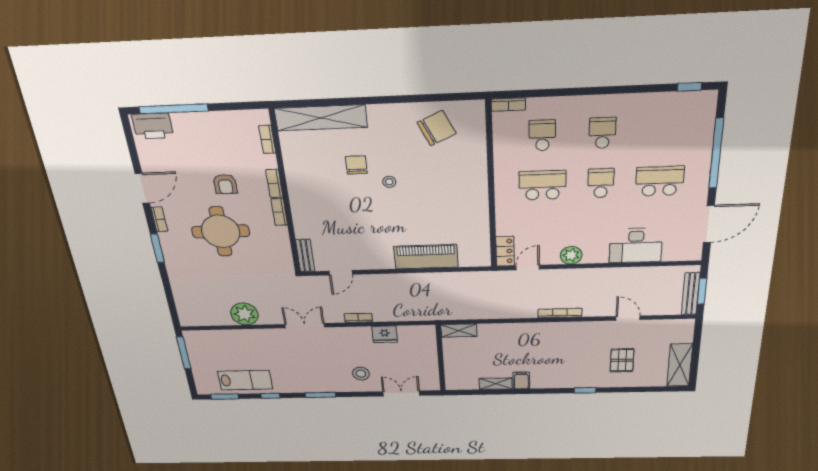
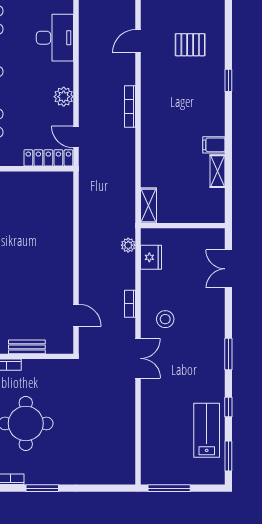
locker: (505, 251) -> (48, 158), width x1.53
bench: (305, 255) -> (27, 347), moved
piano: (426, 257) -> (61, 232), removed
plant: (244, 314) -> (128, 245), moved, width x0.53, depth x0.53
double door: (305, 326) -> (138, 358), swing flipped
fridge: (385, 334) -> (151, 257), moved
stool: (361, 374) -> (165, 319), moved

